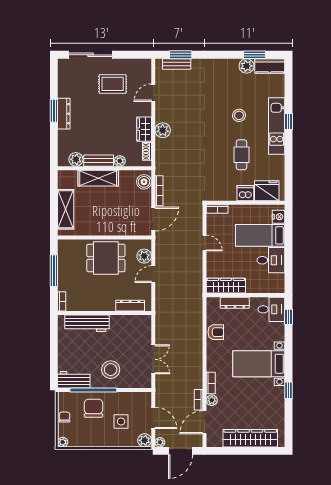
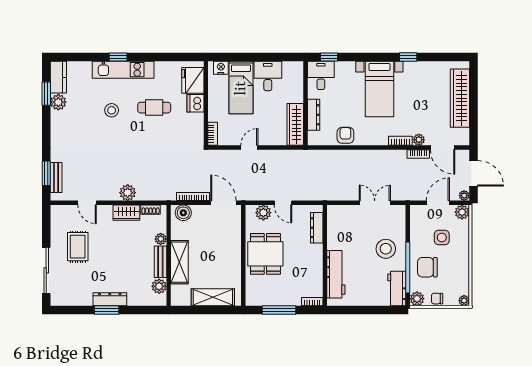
plant: (64, 398) -> (417, 299), added

